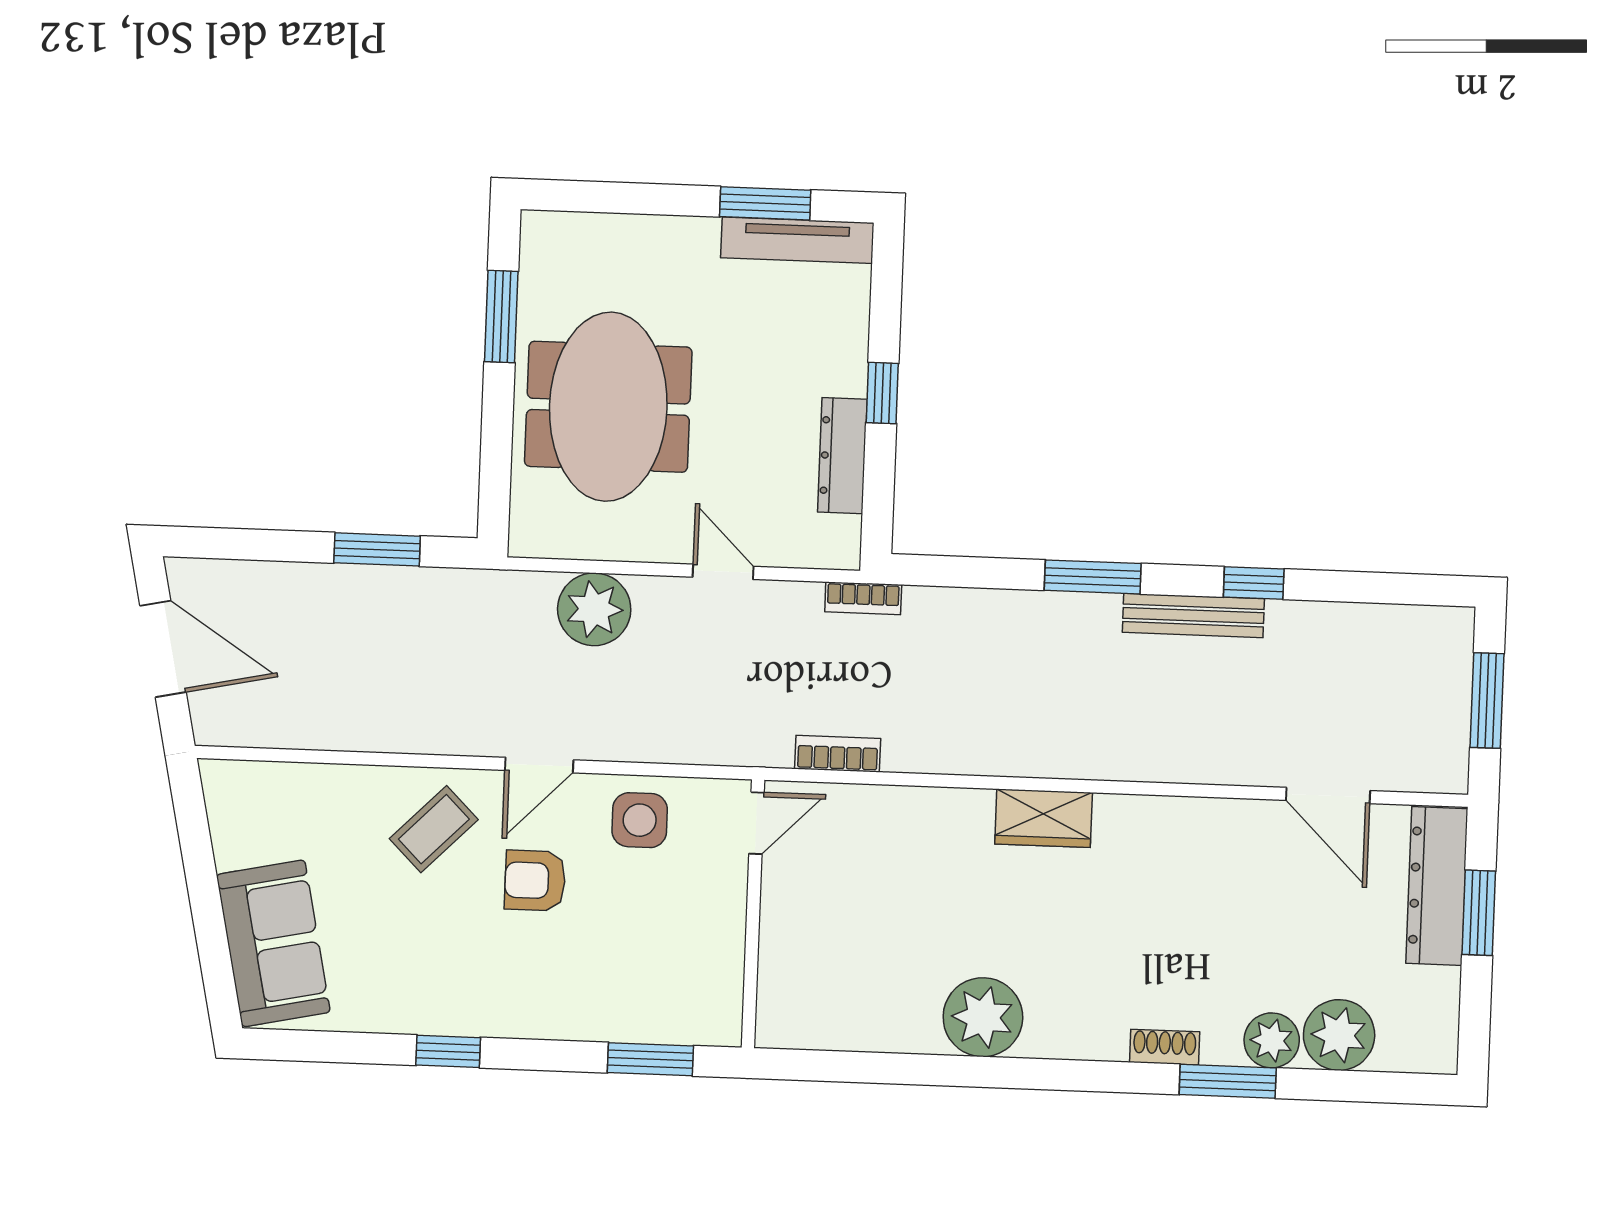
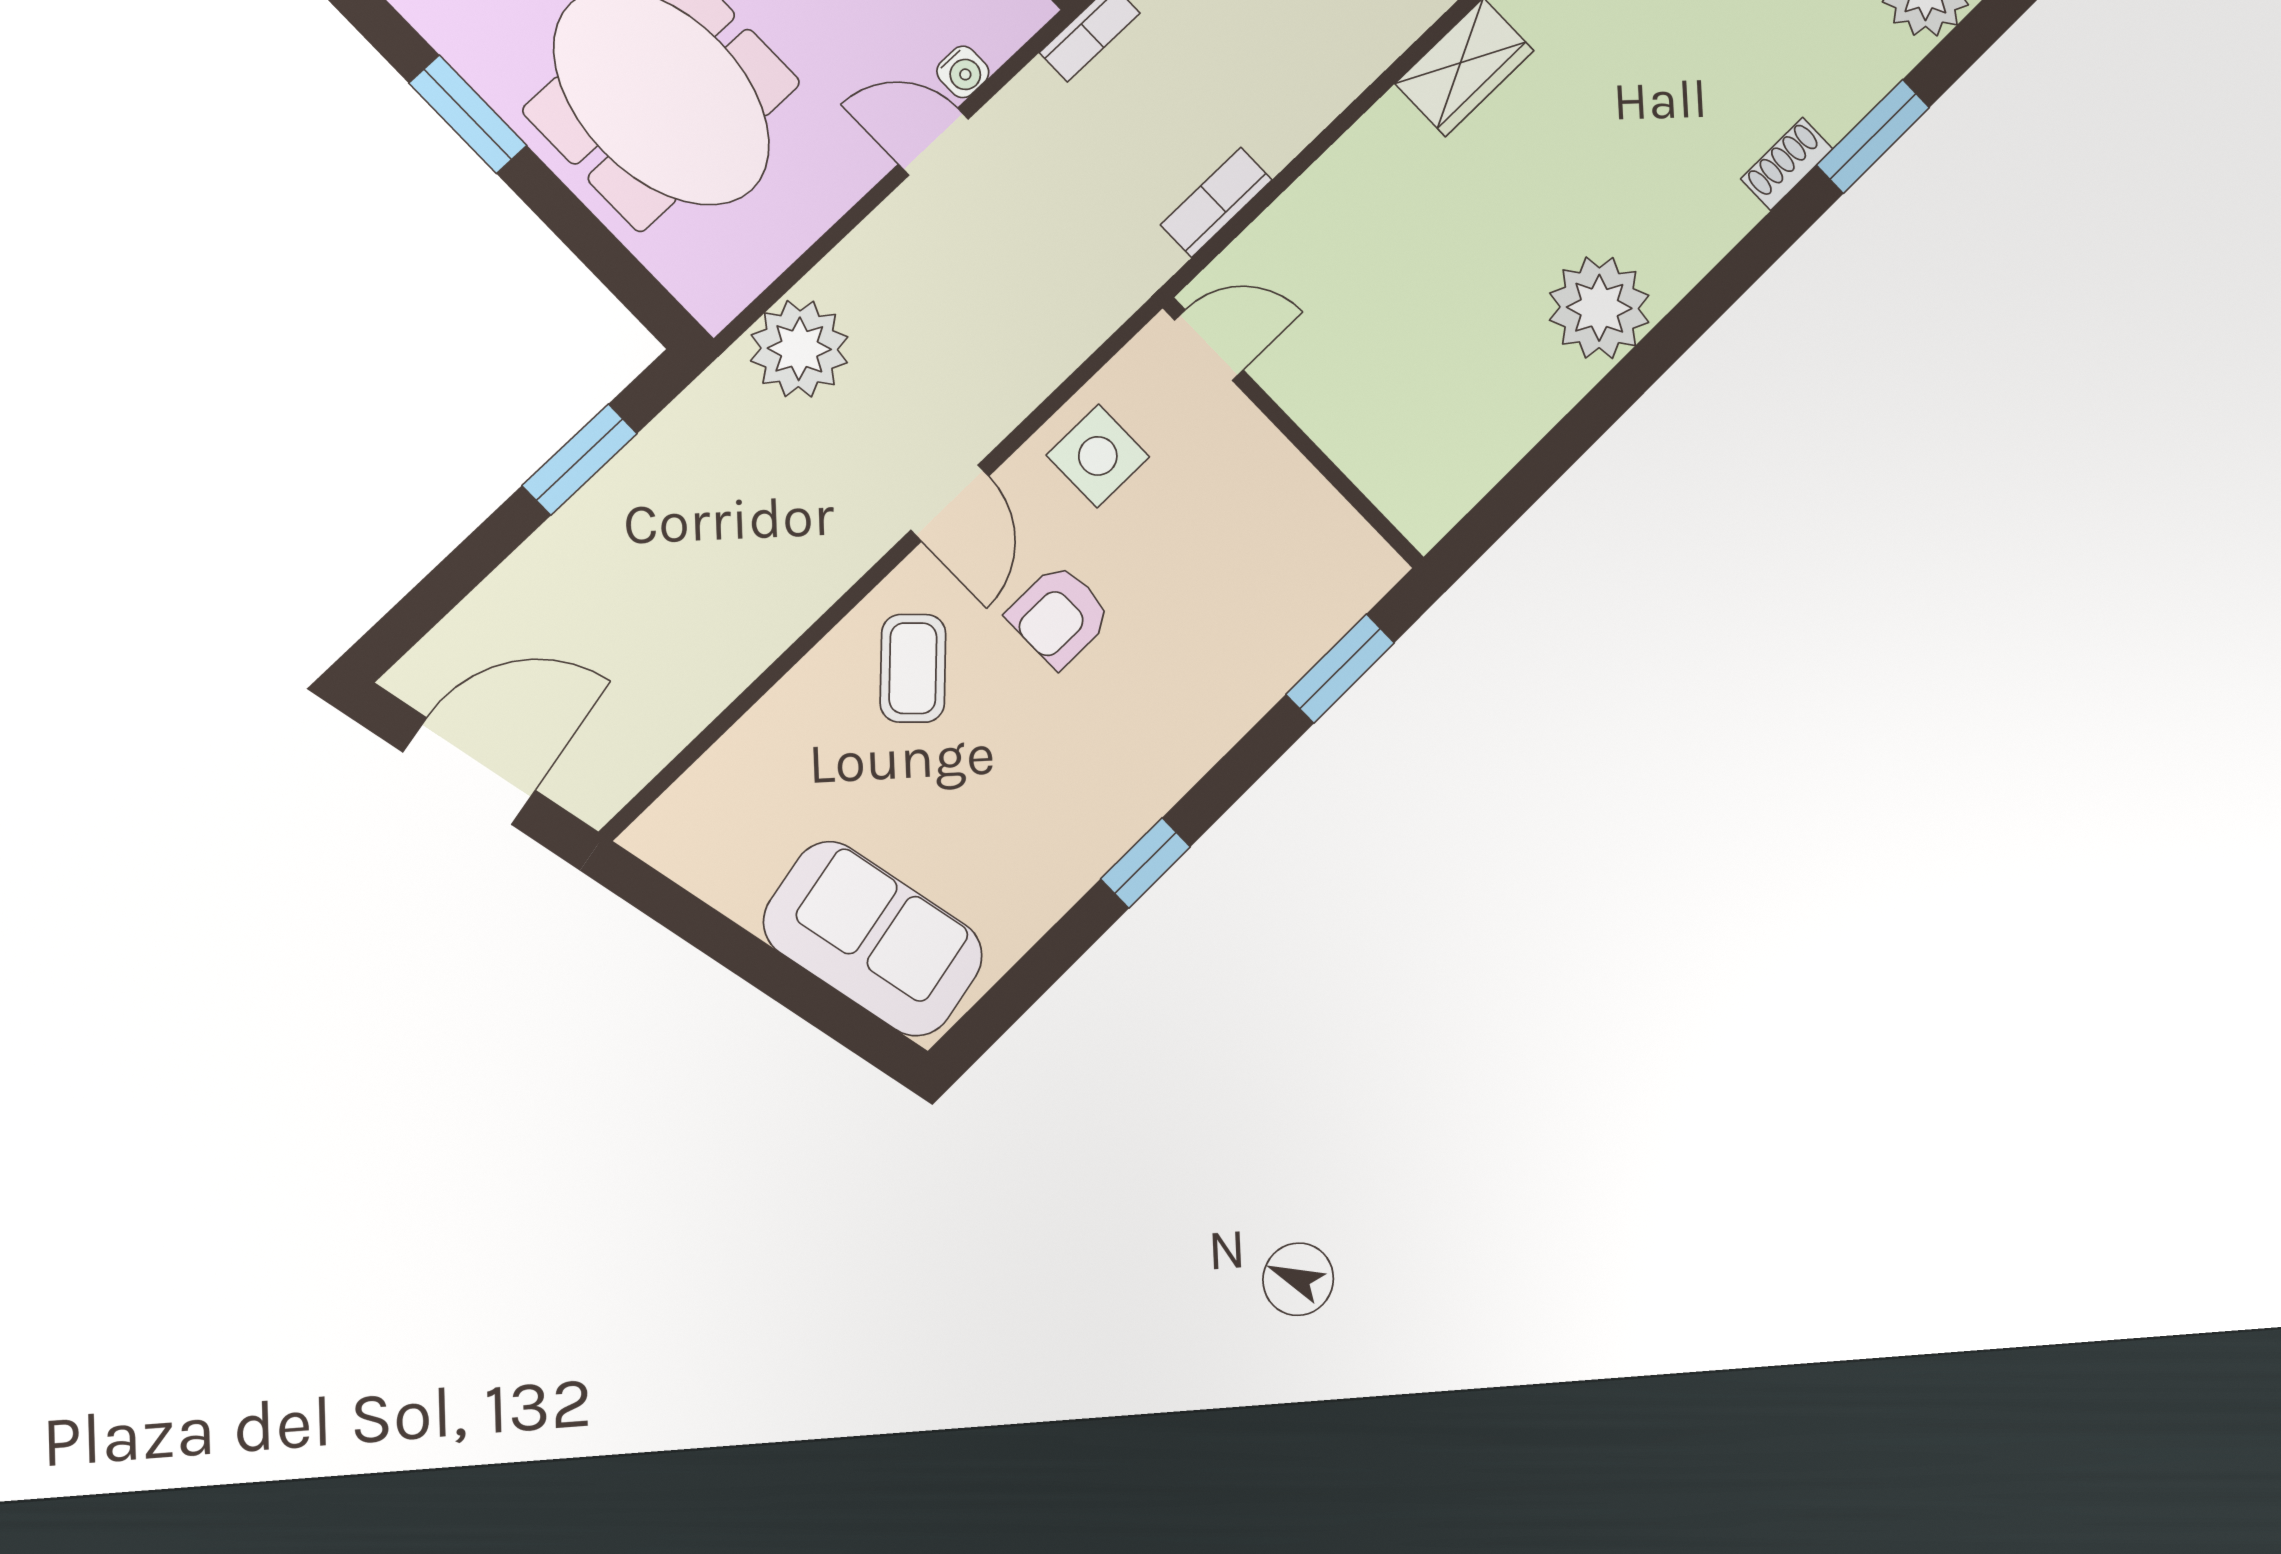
water cooler: (776, 551) -> (963, 72), added
plant: (594, 609) -> (799, 349), moved
door: (756, 823) -> (1209, 345), hinge flipped
plant: (1272, 1040) -> (1873, 58), removed

